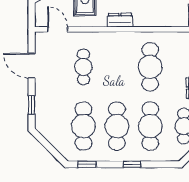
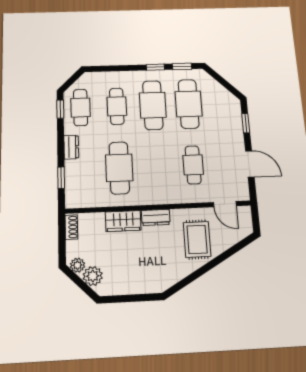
wardrobe: (149, 18) -> (123, 221), added
cafe table: (150, 126) -> (117, 106), width x0.73, depth x0.74
window: (132, 164) -> (155, 67), moved

